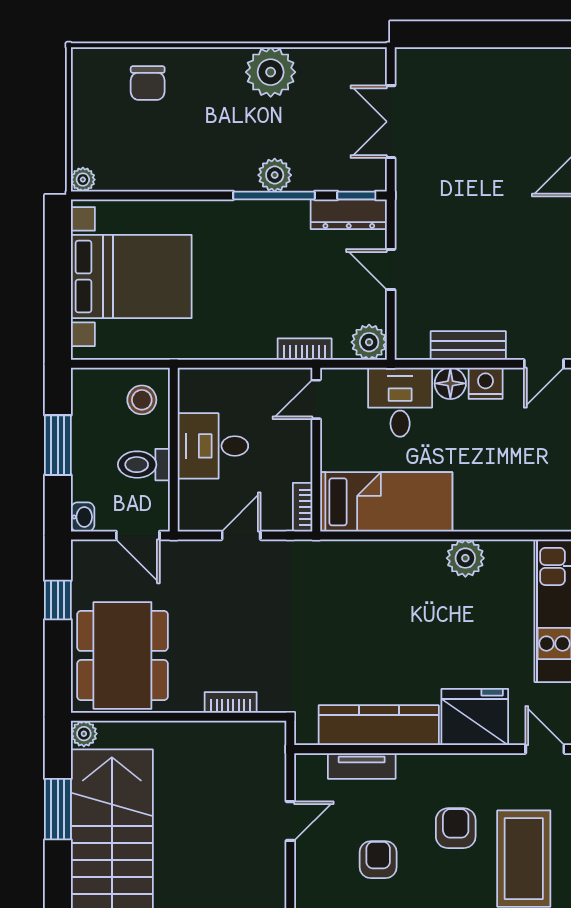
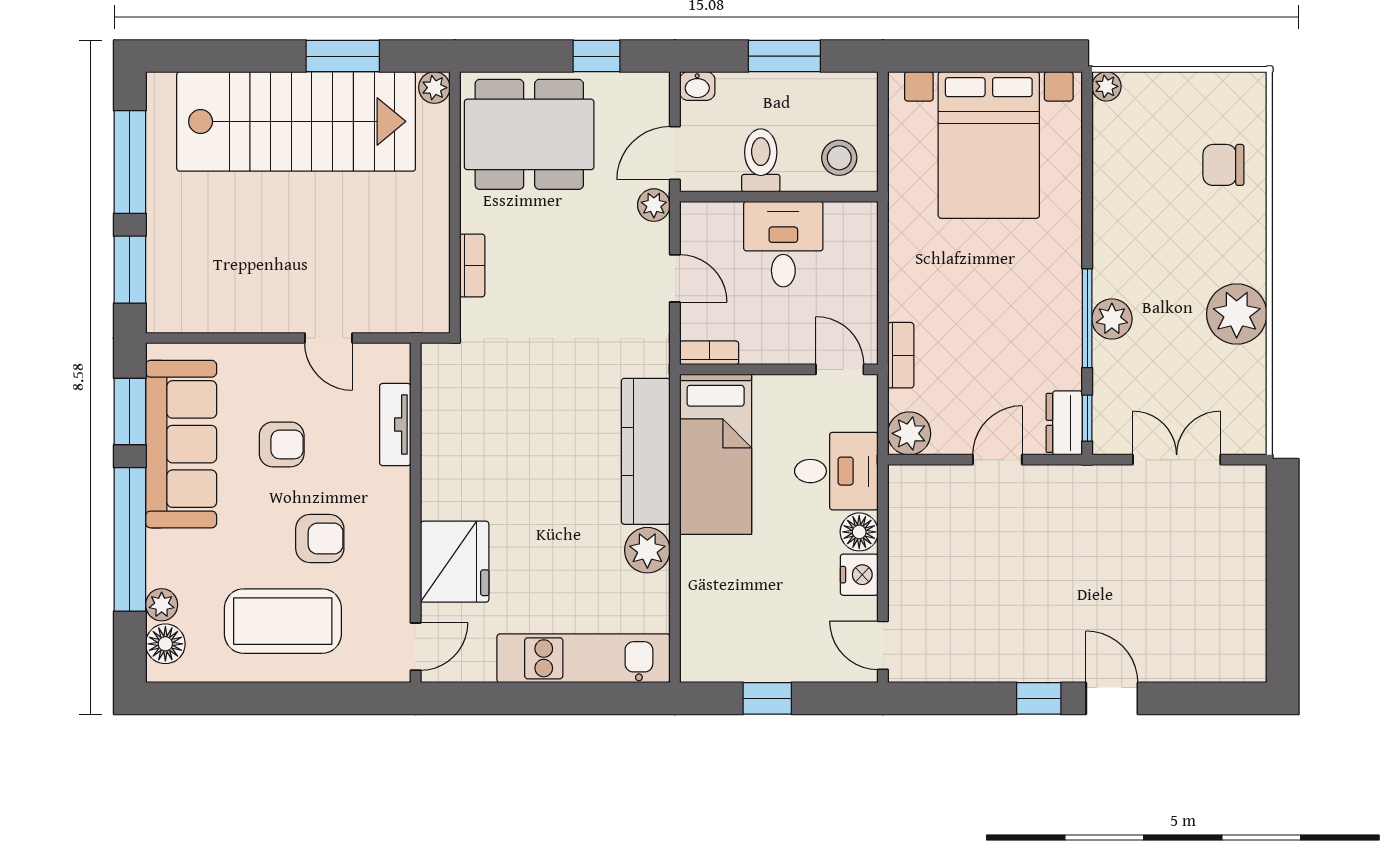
dresser: (349, 214) -> (1064, 423), width x0.70
bench: (468, 346) -> (905, 554), removed
plant: (181, 553) -> (654, 205), added
kitchen counter: (379, 725) -> (646, 451), moved, turned 180

